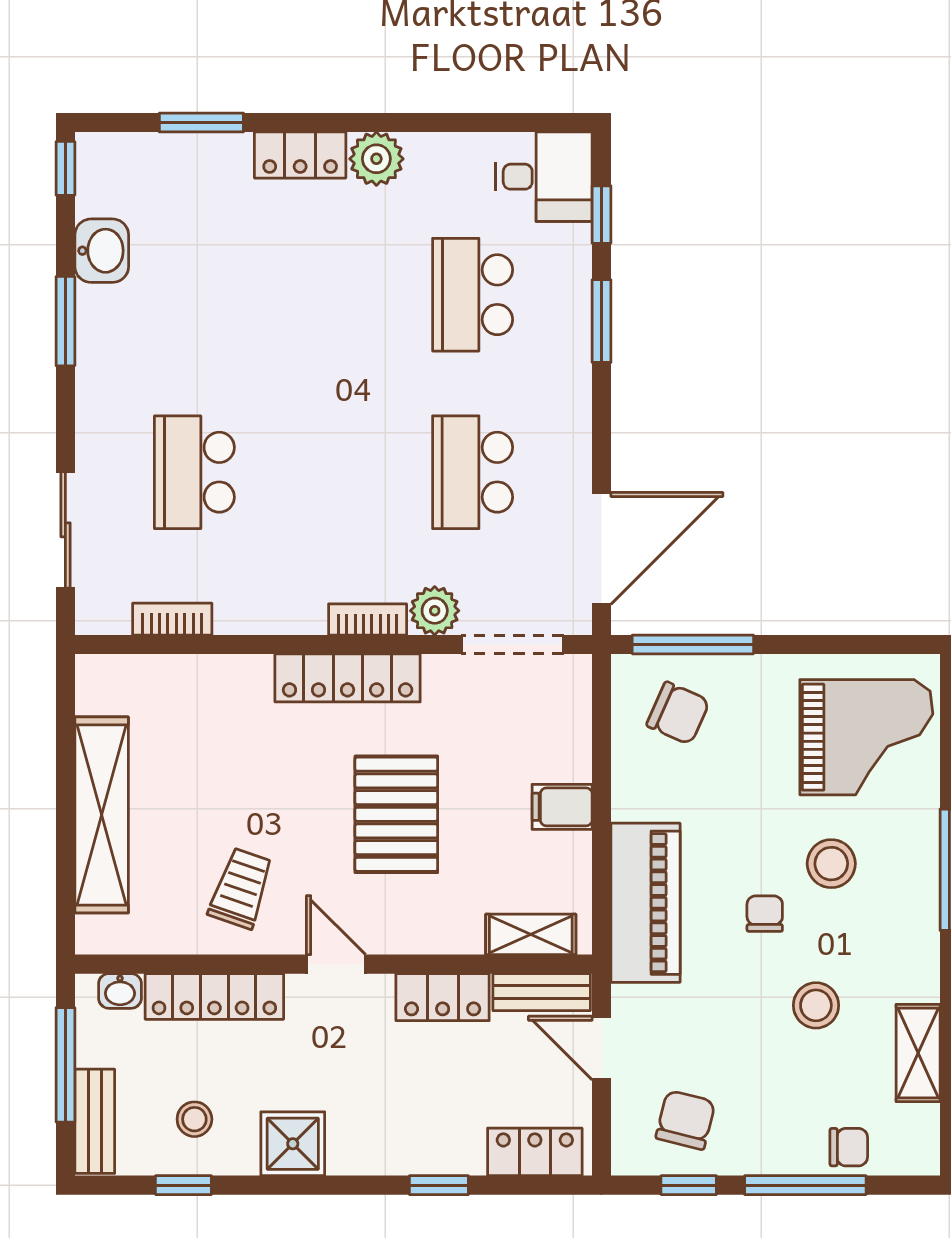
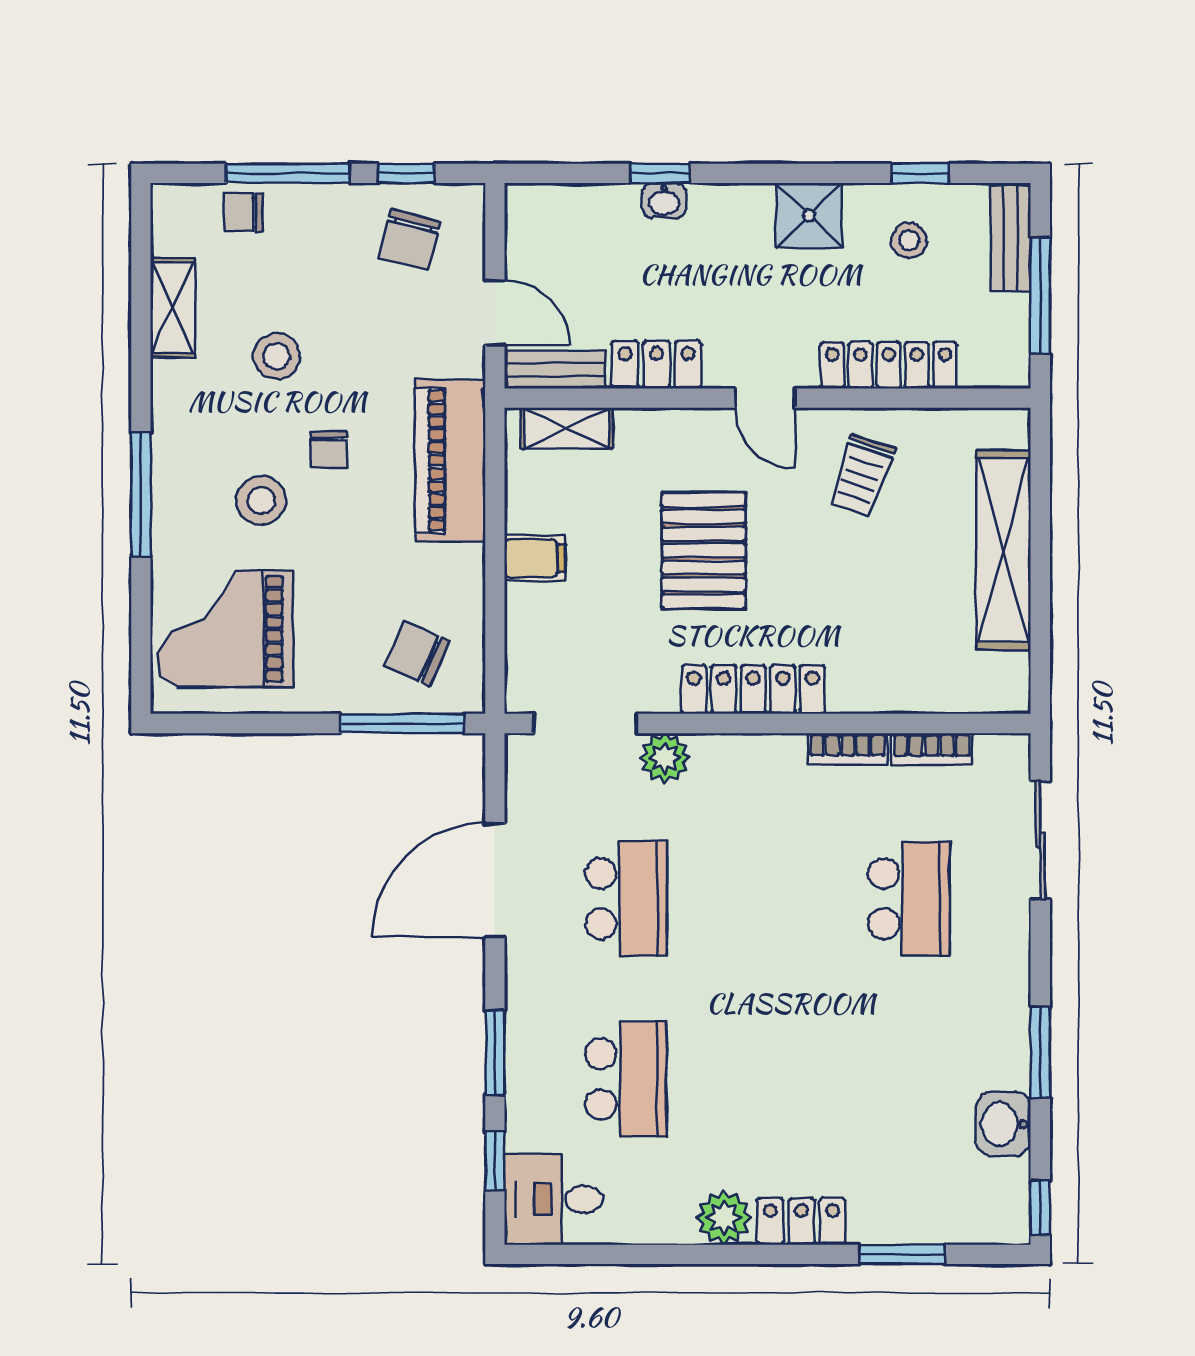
door: (601, 548) -> (495, 880), moved
bookcase: (368, 619) -> (848, 749), moved
washbasin: (120, 991) -> (664, 201), moved, turned 180
locker: (535, 1152) -> (563, 207), removed

